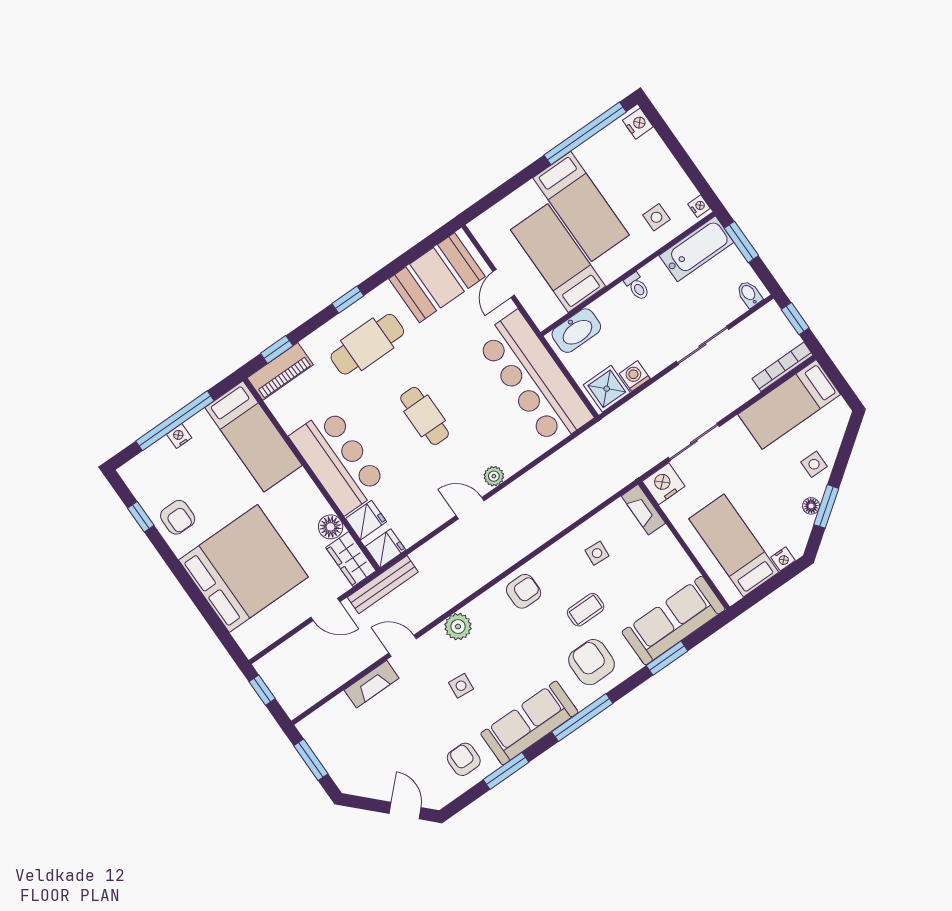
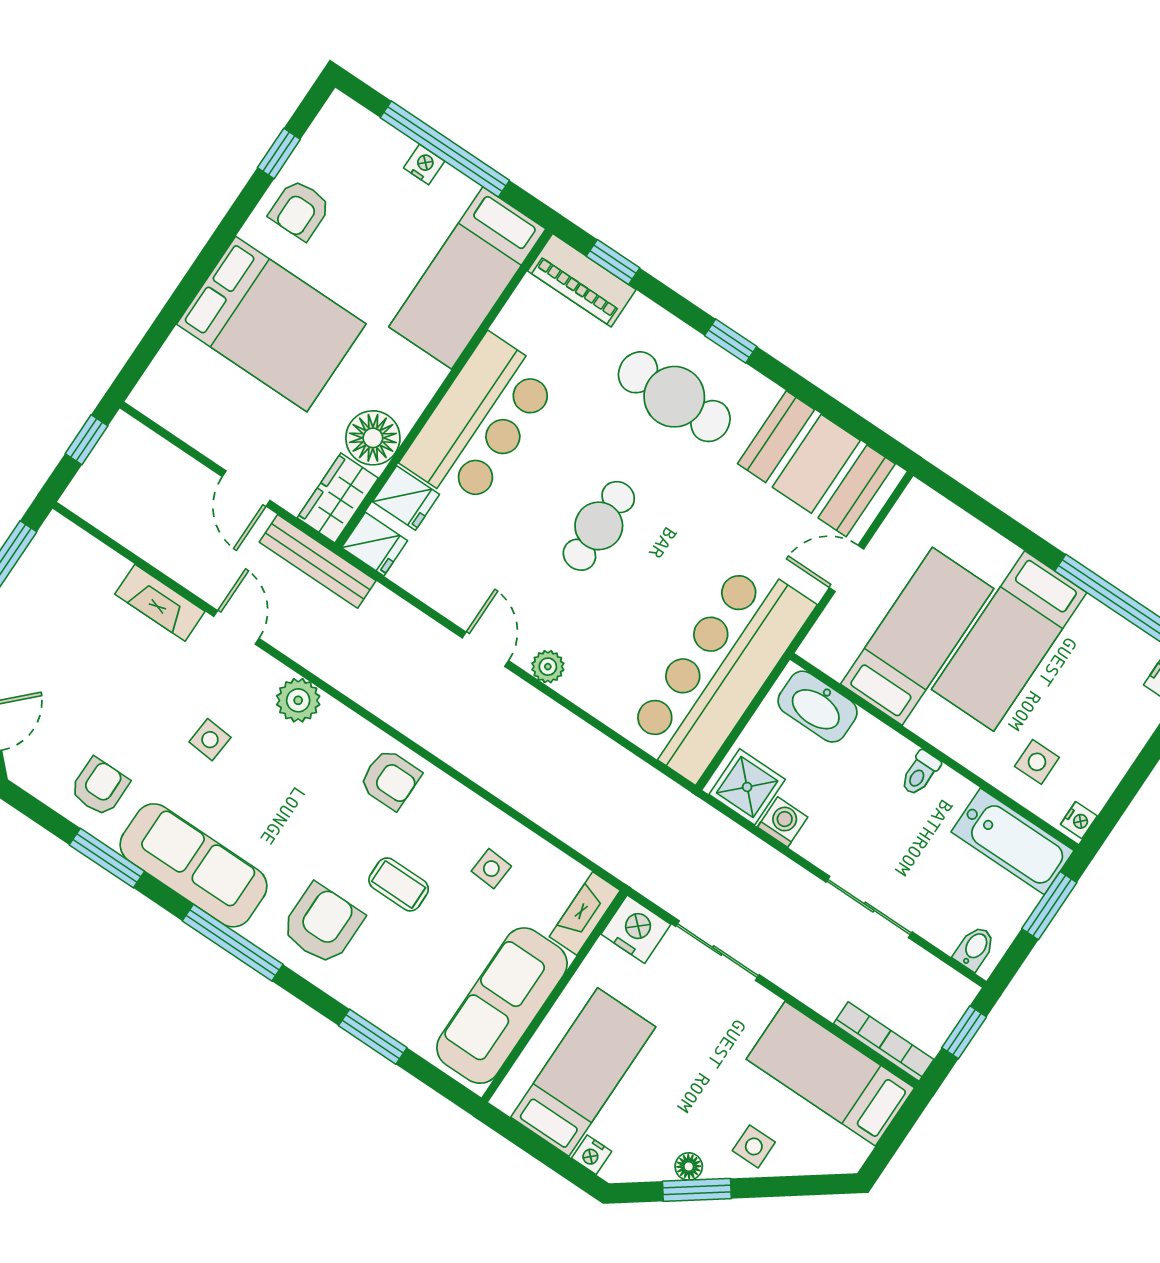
floor lamp: (331, 527) -> (373, 438), width x1.38, depth x1.38
bed: (243, 569) -> (271, 324), width x0.73
sofa: (674, 621) -> (502, 1006), moved, turned -90

